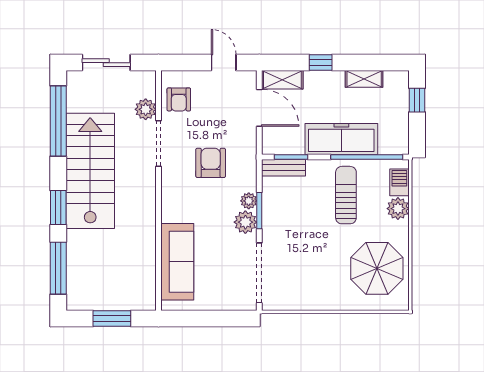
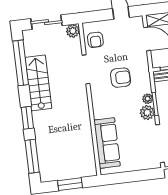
plant: (146, 109) -> (73, 31), moved
armchair: (211, 163) -> (121, 78), turned 90
stairs: (90, 171) -> (38, 83), width x0.73, depth x0.66

